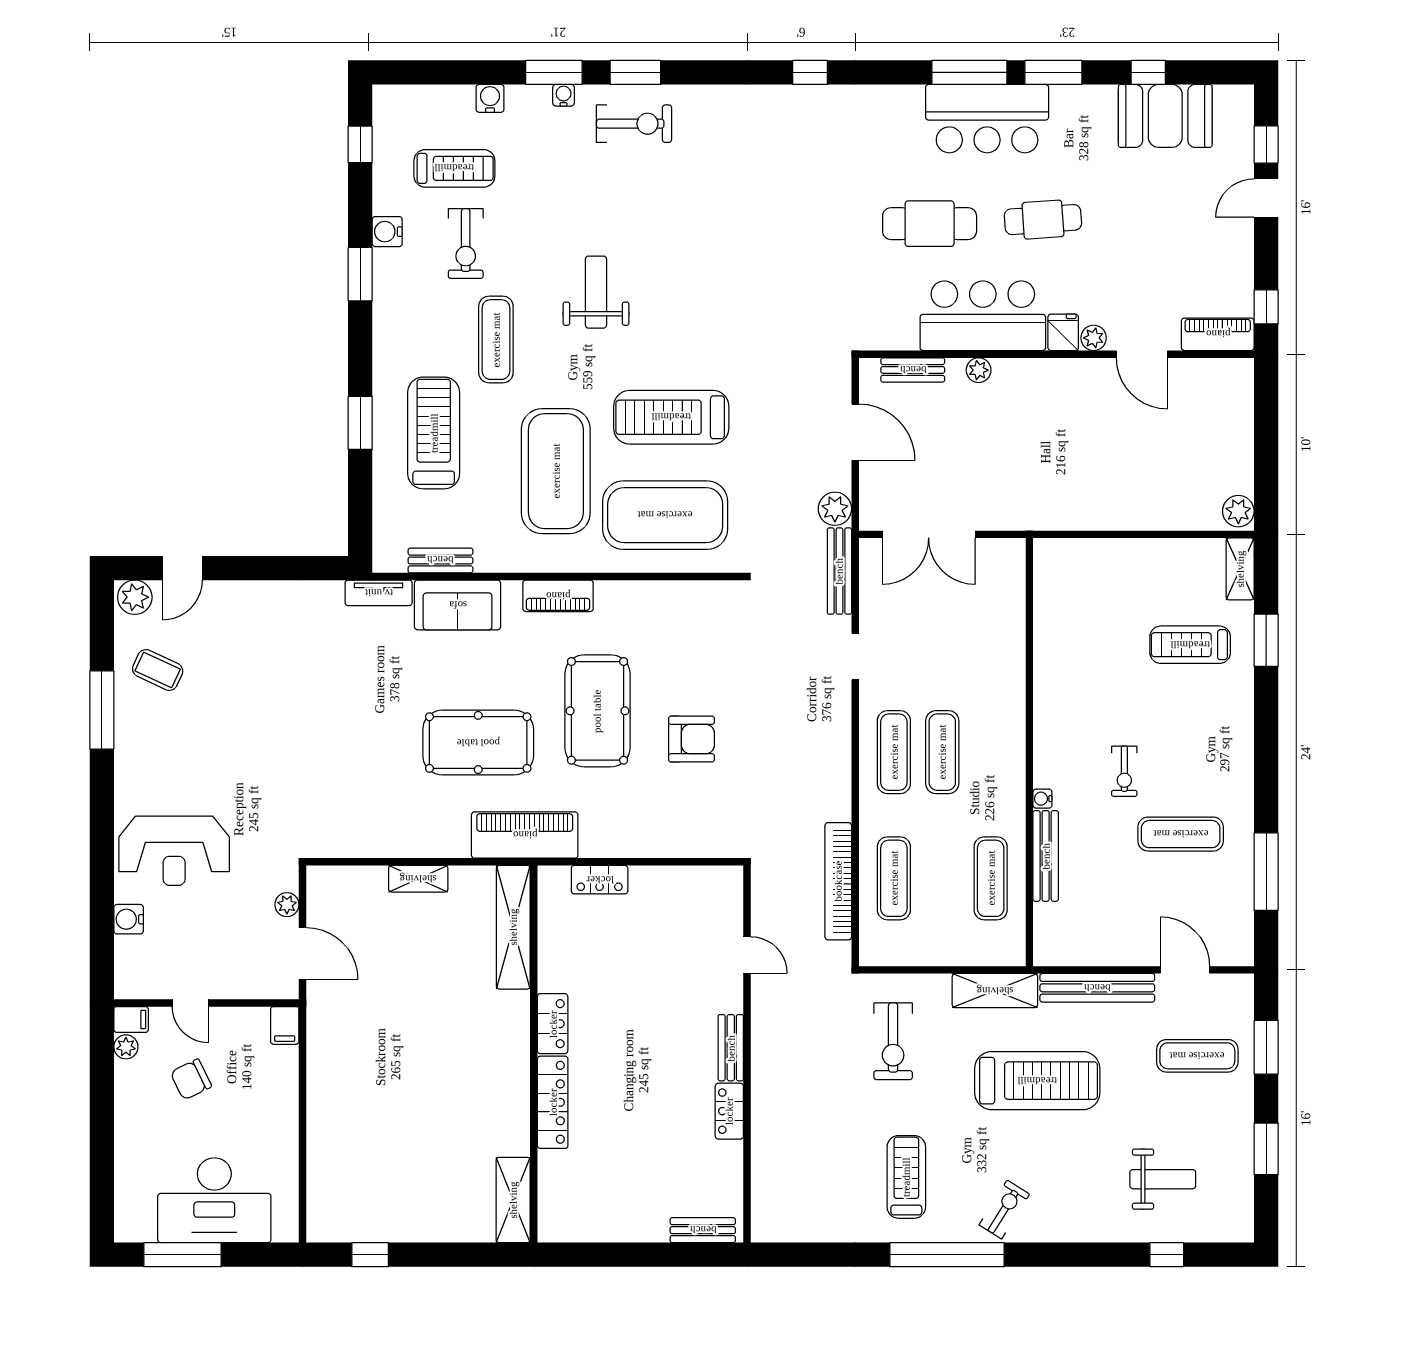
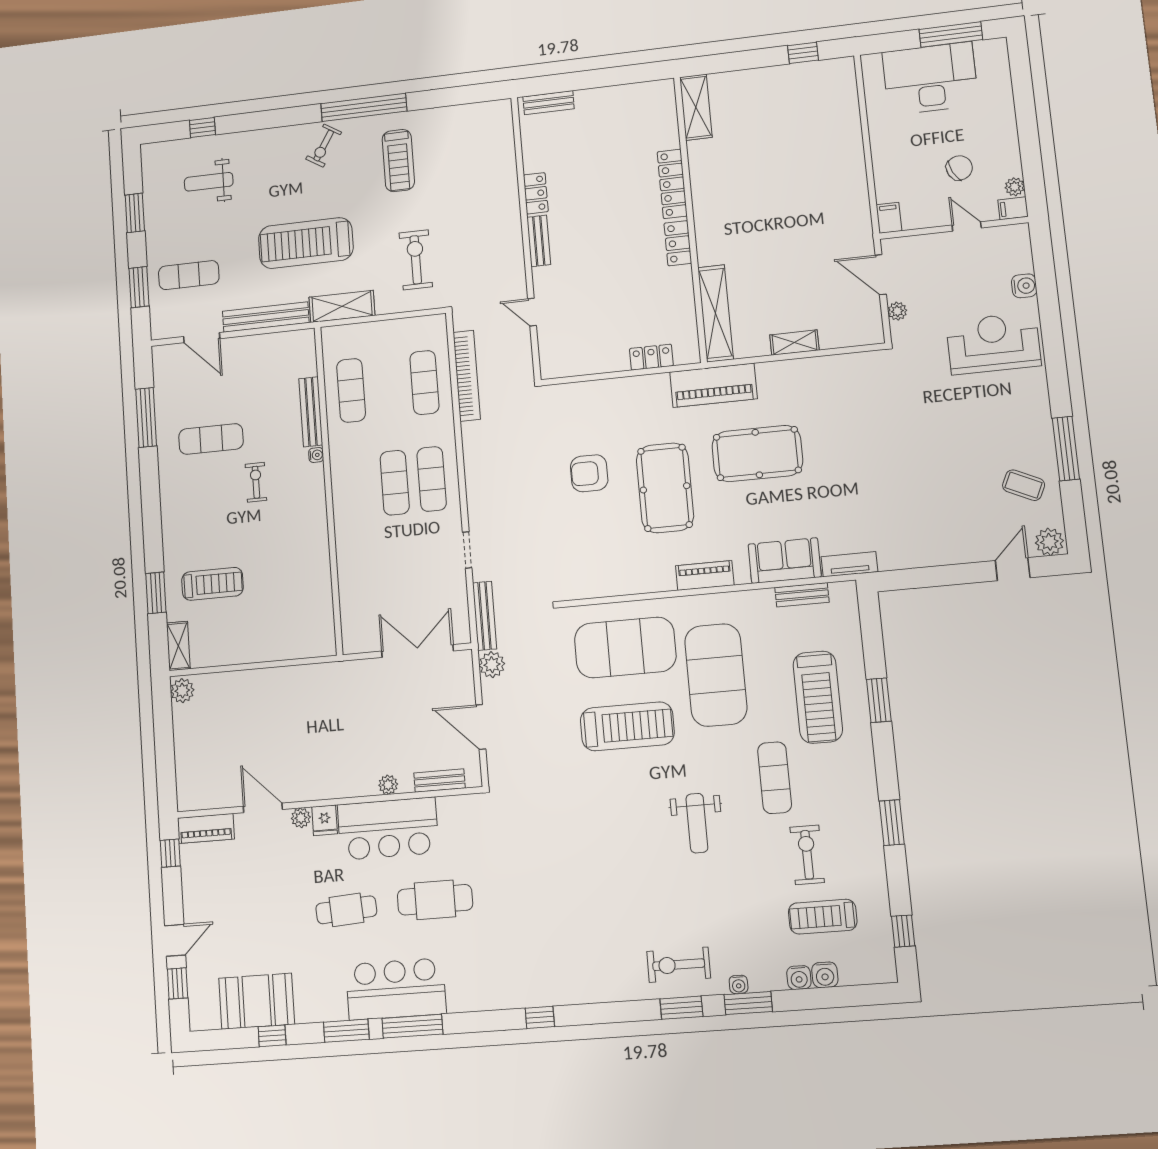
water cooler: (387, 232) -> (825, 975), moved, turned 90

